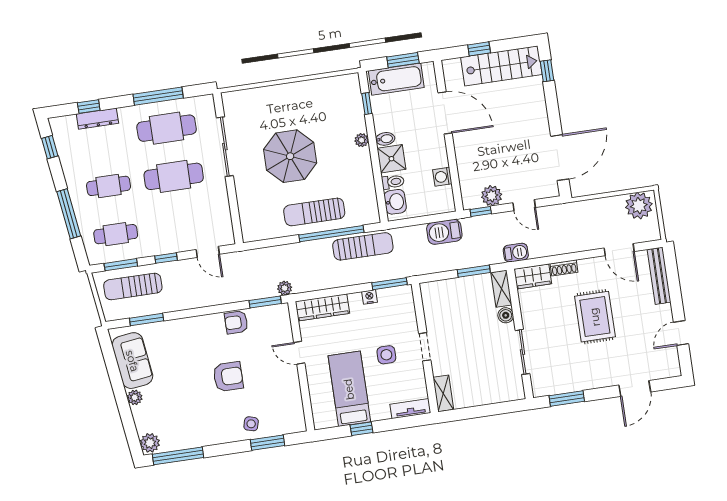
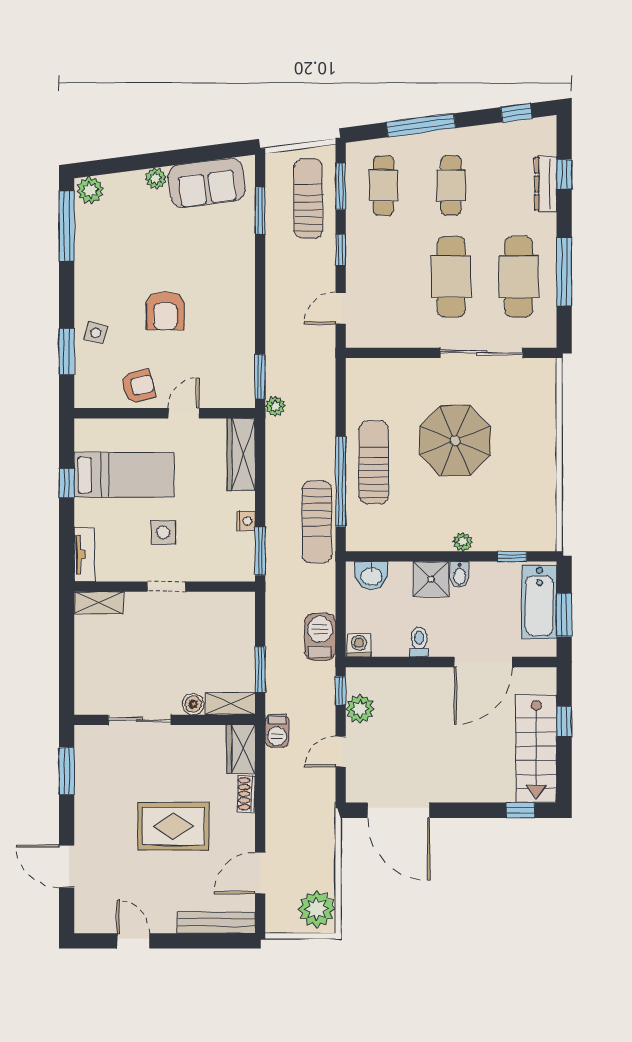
washing machine: (442, 177) -> (359, 645), moved
toilet: (393, 182) -> (419, 642), moved, turned 180
armchair: (236, 322) -> (138, 386), moved, turned 76

